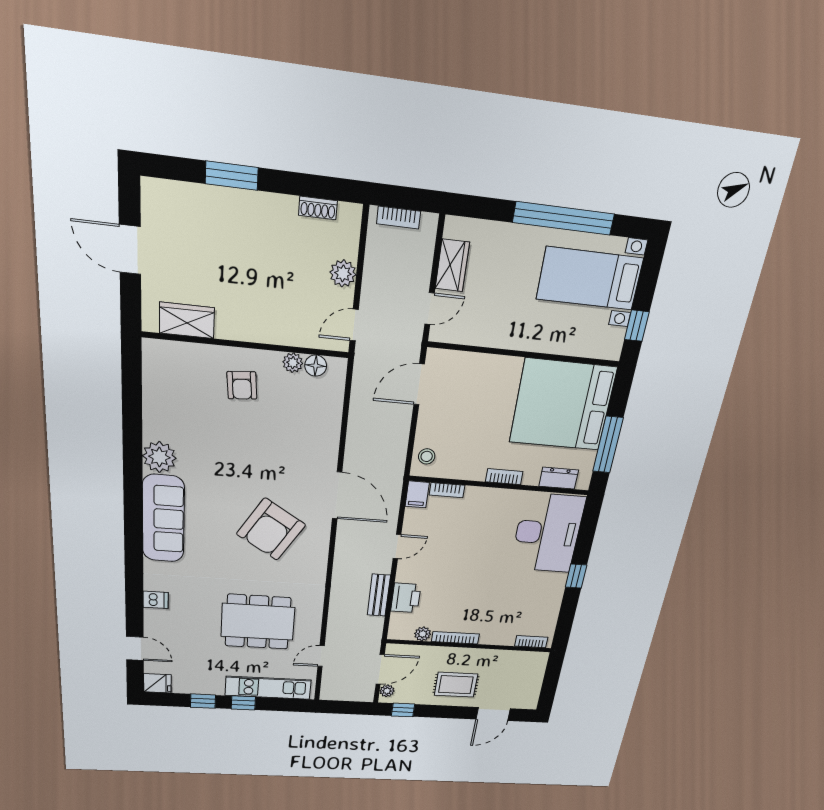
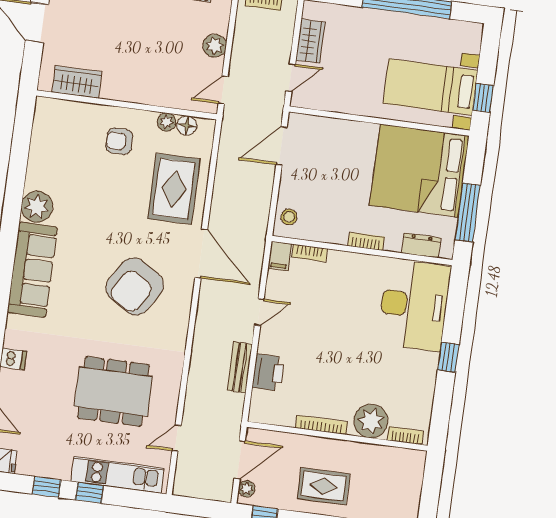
bed with nightstands: (590, 279) -> (430, 87), moved
armchair: (242, 385) -> (119, 141), turned 95
rug: (305, 433) -> (174, 189), added
plant: (423, 634) -> (371, 421), moved, width x1.87, depth x1.87

